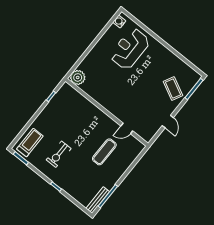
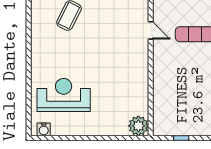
reception desk: (130, 49) -> (64, 95), turned 180

